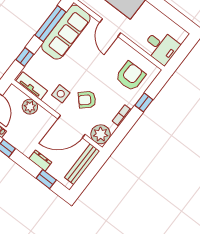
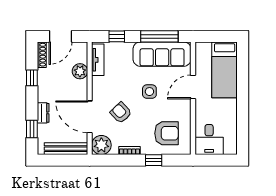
side table: (61, 94) -> (149, 92), moved

